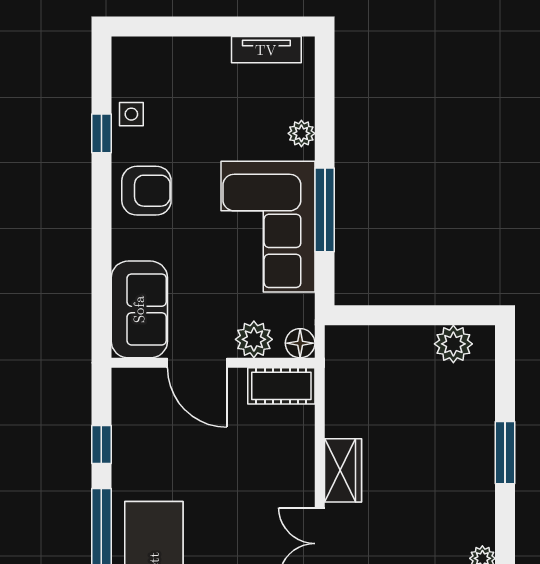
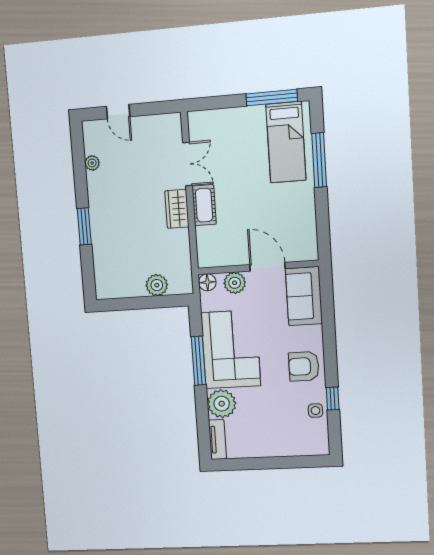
tv unit: (266, 50) -> (217, 440), moved, turned 90
plant: (301, 133) -> (222, 404), width x1.88, depth x1.88
plant: (453, 344) -> (157, 285), moved
cot: (281, 386) -> (204, 205), moved, turned 90
window: (101, 445) -> (322, 214), removed

